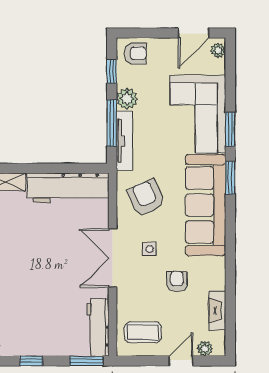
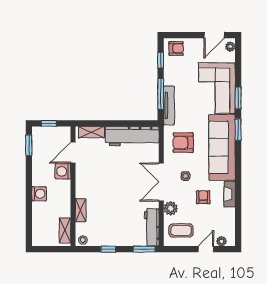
plant: (127, 99) -> (171, 208), moved
armchair: (146, 198) -> (183, 143), turned -65
fireplace: (217, 311) -> (230, 194), moved

